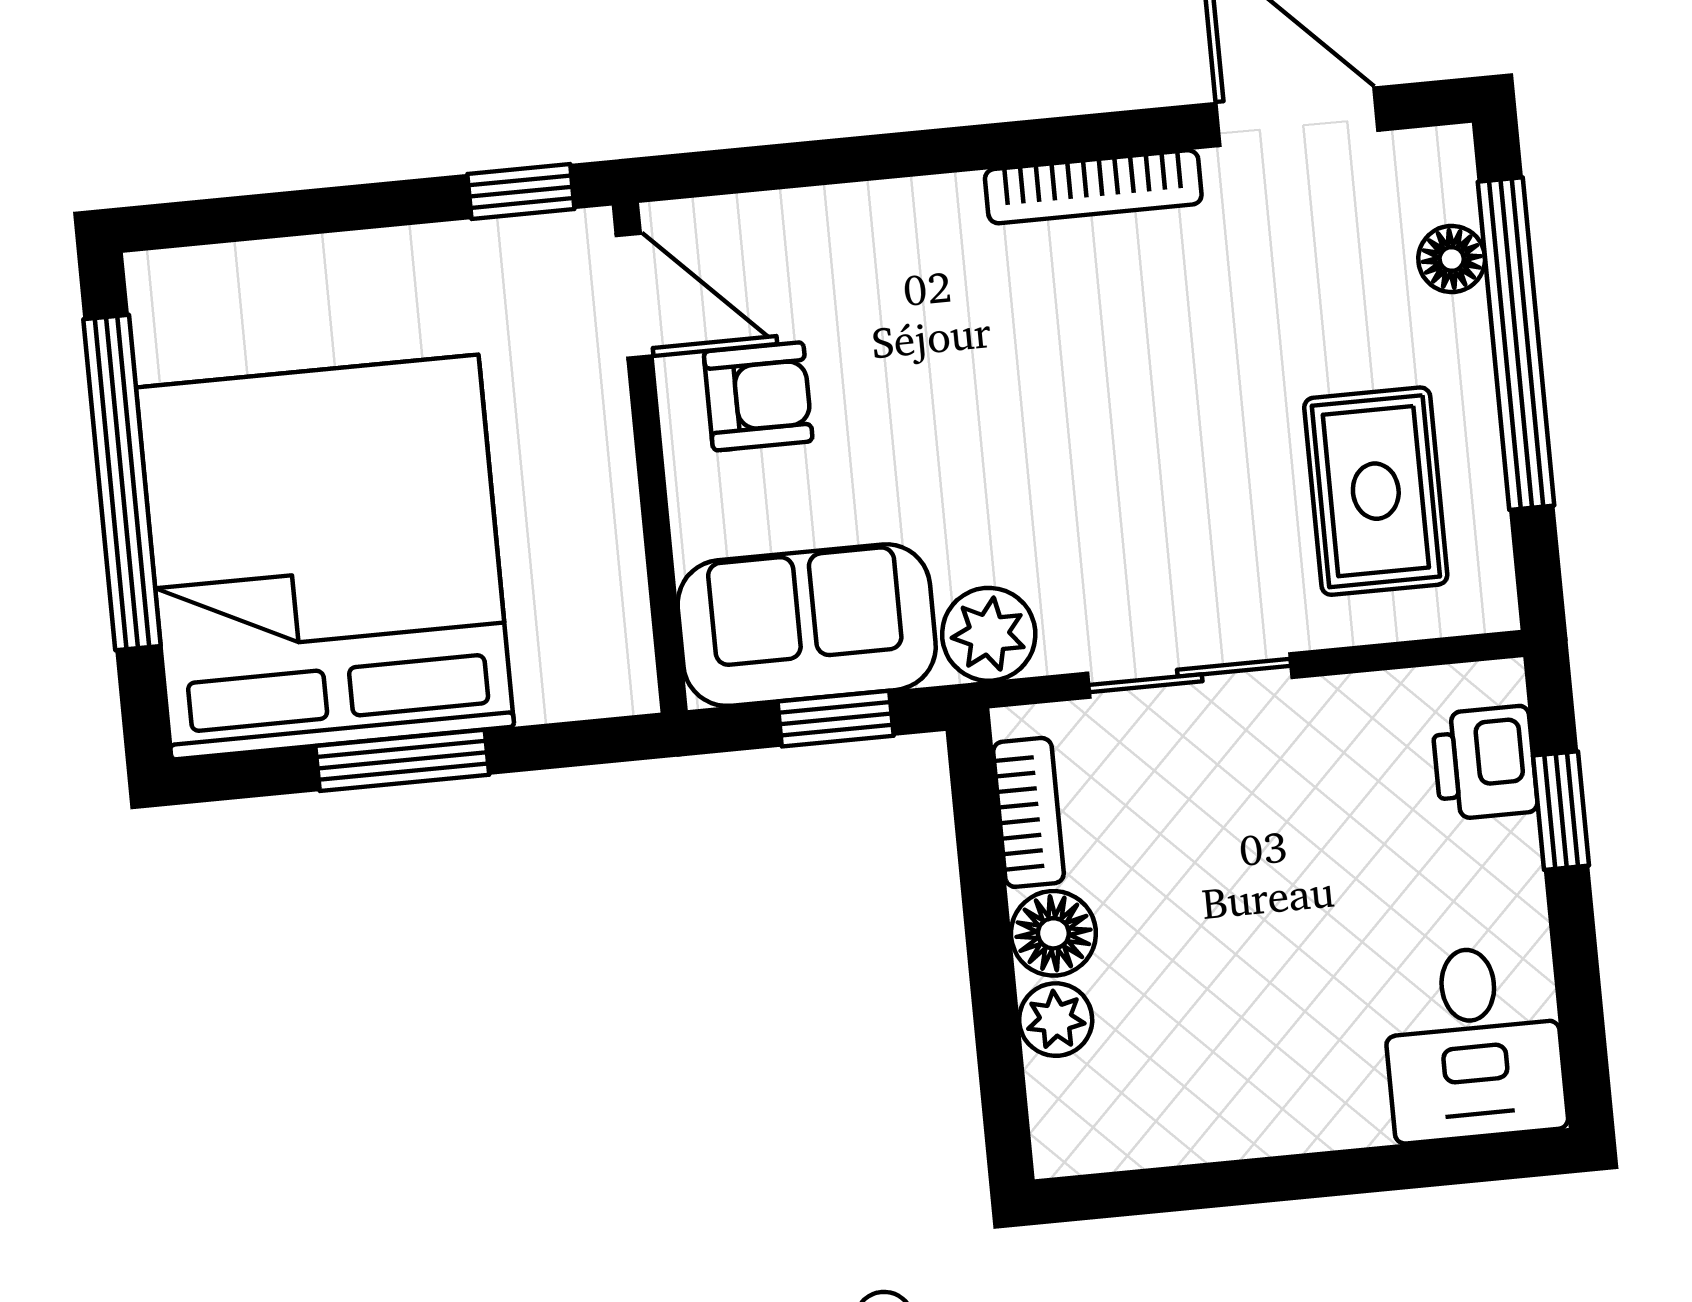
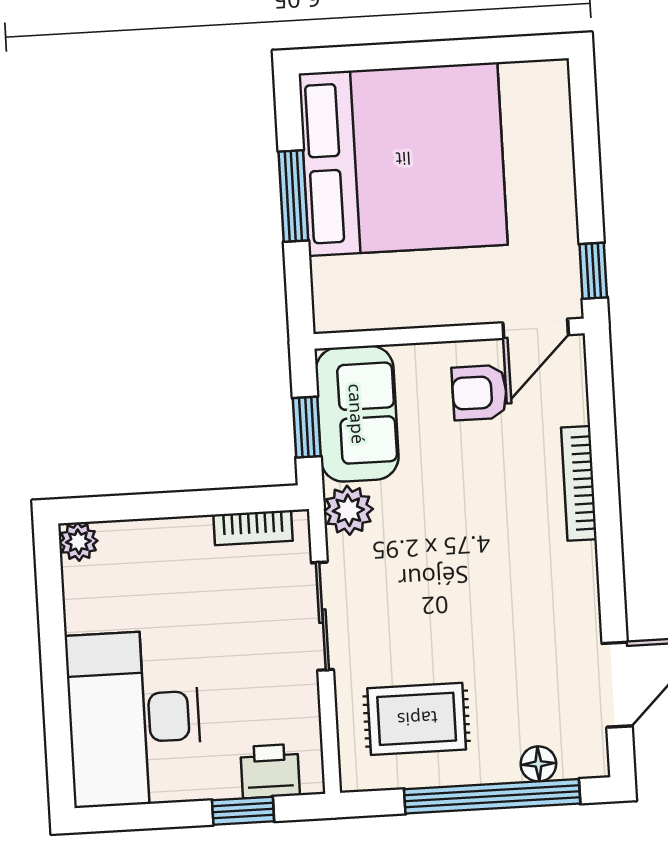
bookcase: (1093, 187) -> (579, 483), moved
armchair: (758, 396) -> (480, 393), turned 90
window: (122, 483) -> (447, 53), removed
floor lamp: (1053, 933) -> (188, 538), removed
plant: (1056, 1020) -> (78, 542), moved
desk: (1473, 1043) -> (134, 718), width x1.87, depth x1.30

